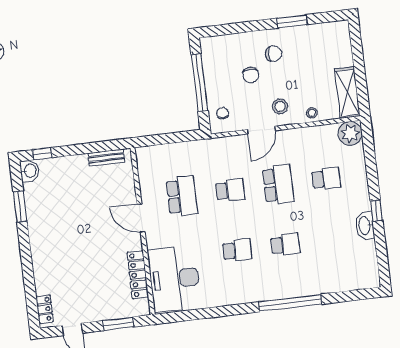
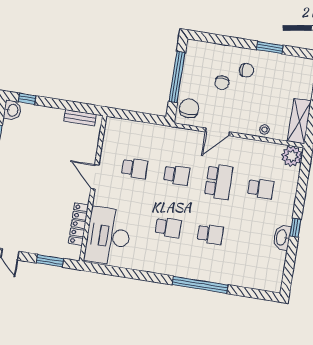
stool: (280, 106) -> (239, 116), removed
chair: (223, 113) -> (189, 108), width x1.87, depth x1.87
school desk: (182, 196) -> (135, 168), width x0.54

